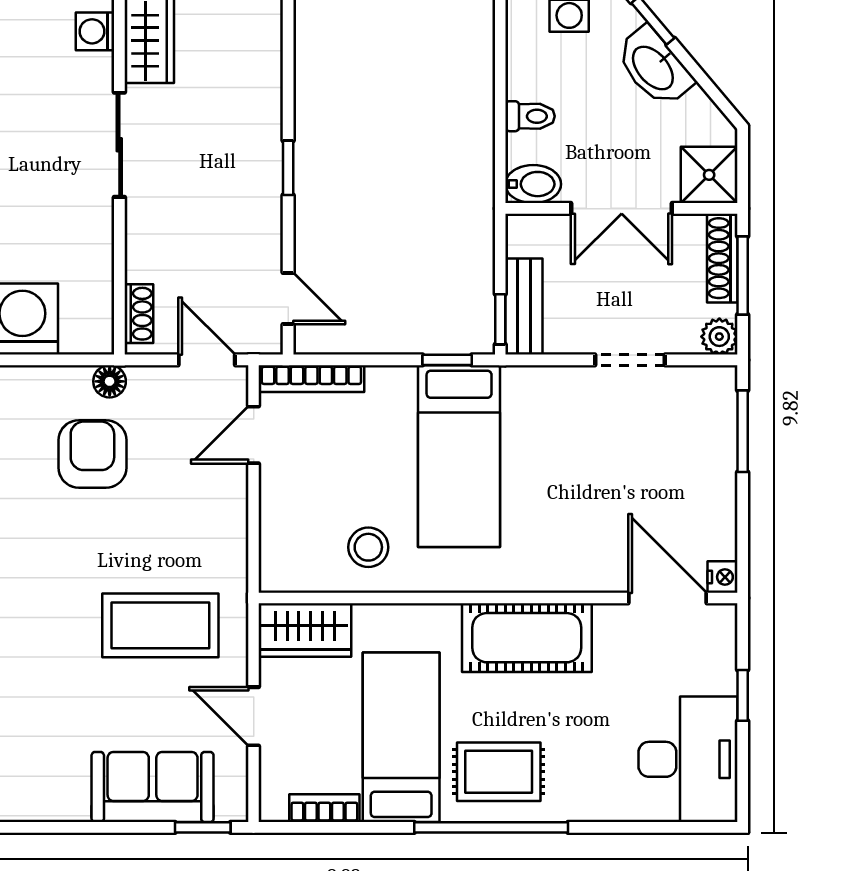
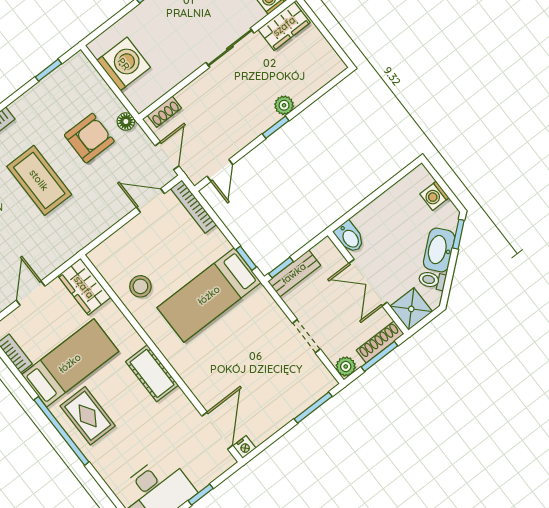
toilet: (530, 116) -> (432, 280), moved, turned 140
plant: (265, 130) -> (284, 105), added
coffee table: (160, 625) -> (39, 180), moved
cot: (527, 638) -> (152, 373), width x0.73, depth x0.75

